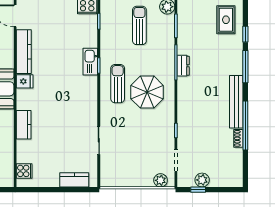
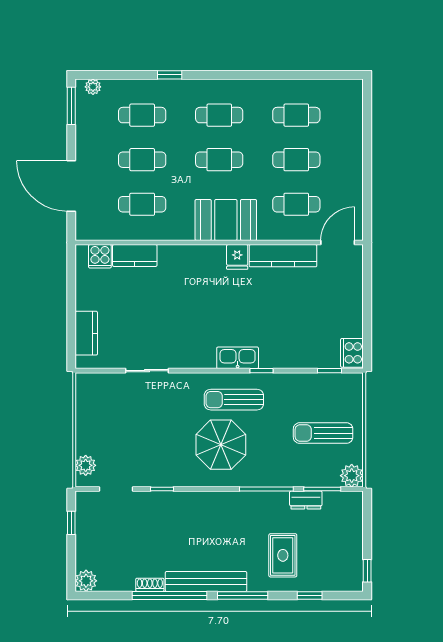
rug: (226, 20) -> (283, 555), moved, turned 90
sun lounger: (139, 25) -> (323, 433), turned 180
kitchen sink: (90, 62) -> (238, 358), moved
dresser: (183, 66) -> (306, 500), moved
window: (245, 67) -> (243, 596), moved
sun lounger: (118, 84) -> (234, 400), turned 180
kitchen counter: (24, 125) -> (135, 256), moved
plant: (202, 180) -> (86, 581), moved

